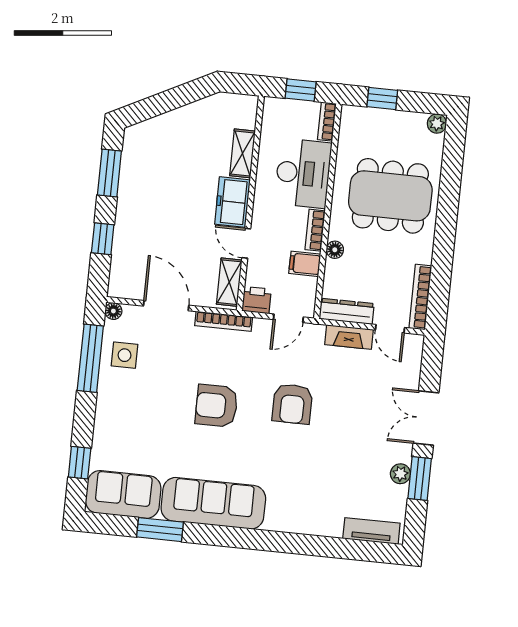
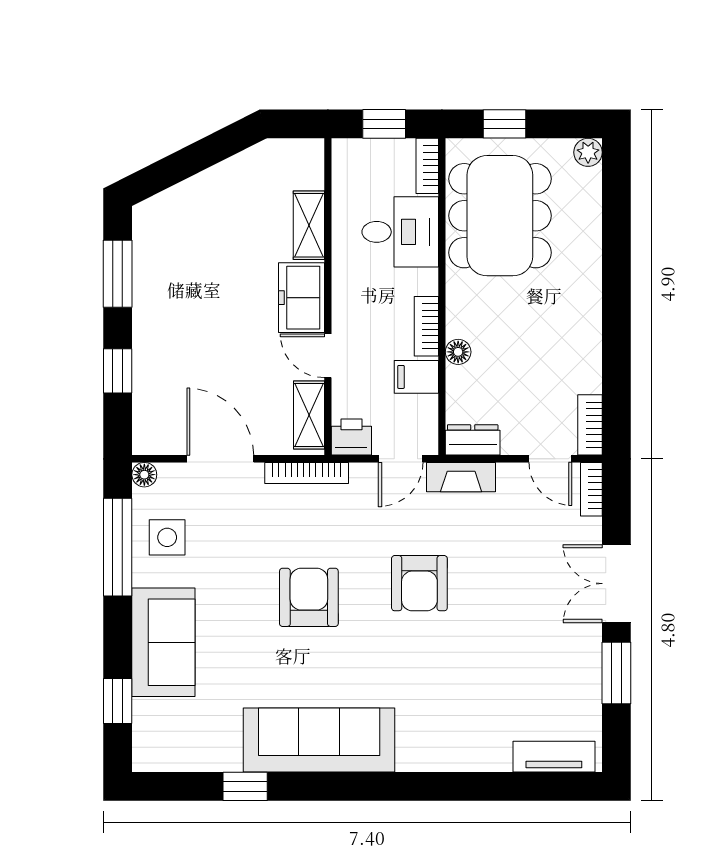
desk: (303, 173) -> (400, 232), width x0.73
dining table: (390, 196) -> (500, 216), moved, turned 90
bookcase: (420, 297) -> (590, 425), width x0.64
dresser: (347, 311) -> (473, 440), width x0.70
fireplace: (349, 337) -> (461, 477), moved
bookcase: (416, 352) -> (591, 489), added
armchair: (216, 406) -> (309, 597), turned 90
plant: (400, 474) -> (588, 669), removed
sofa: (123, 494) -> (163, 642), moved, turned 90
window: (160, 530) -> (245, 786), width x0.67

